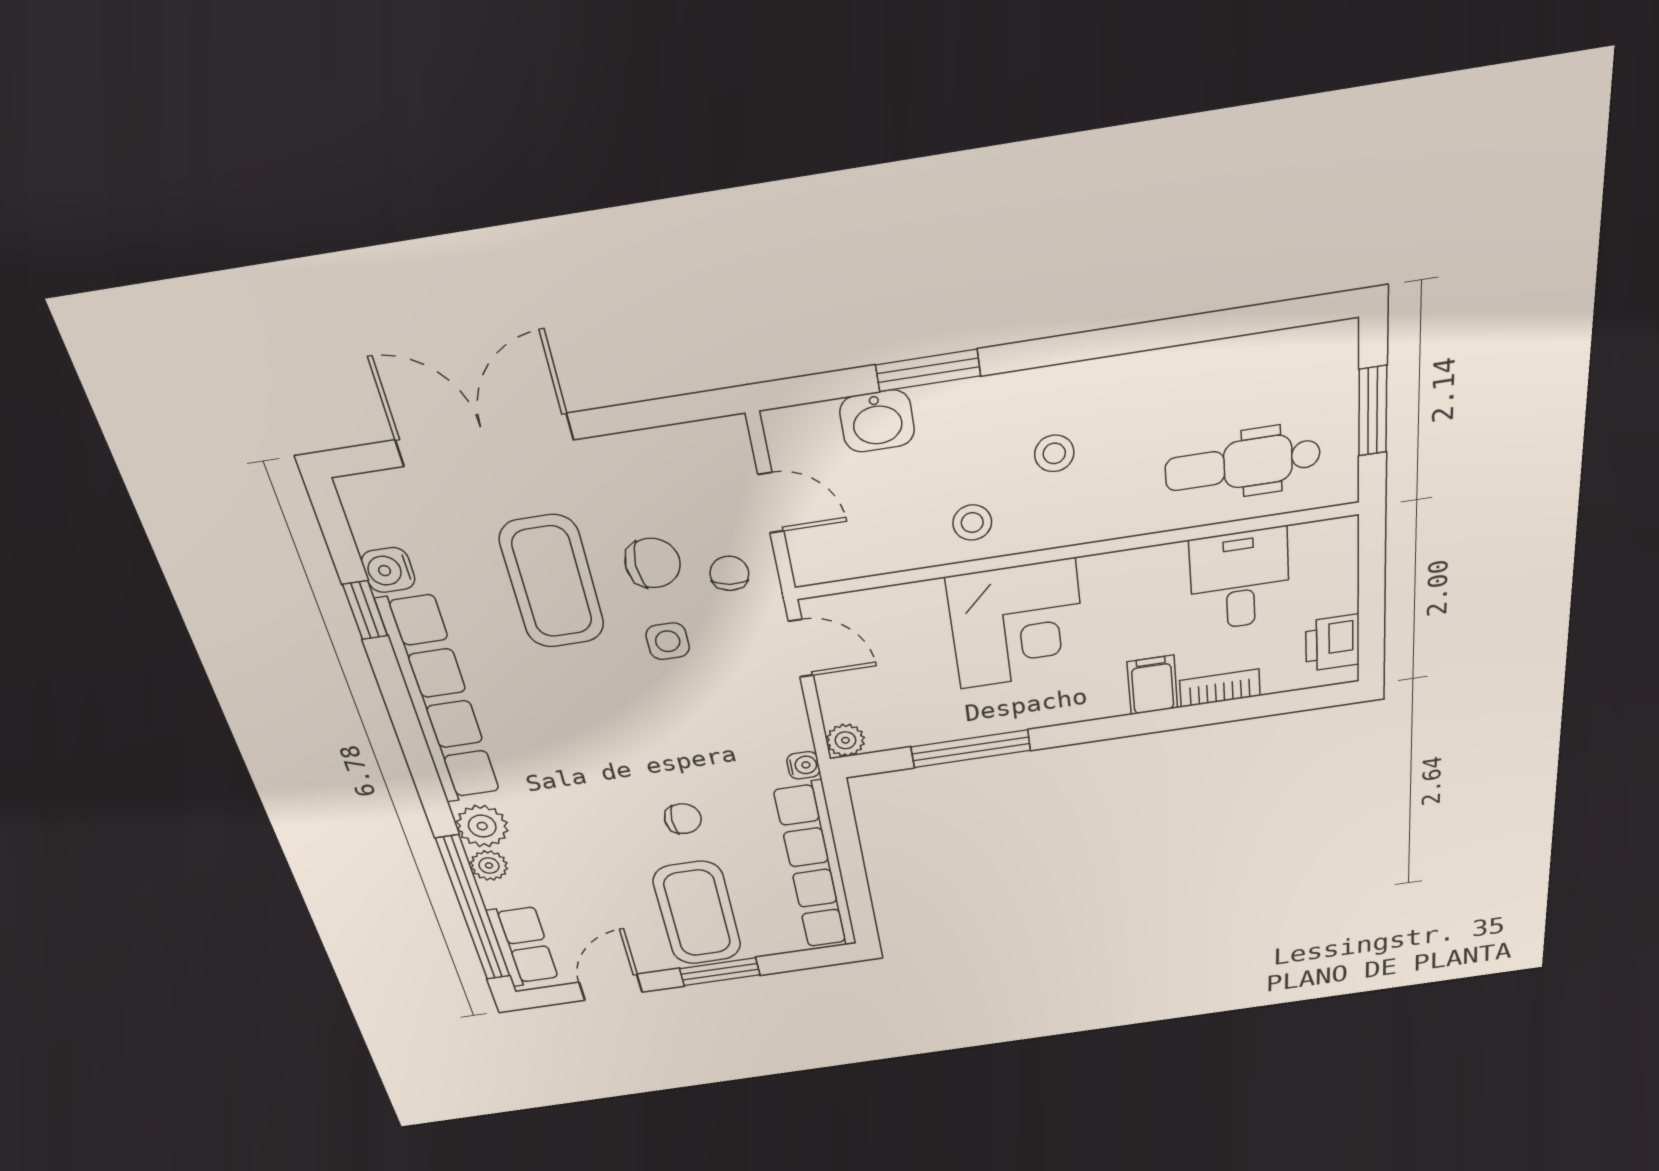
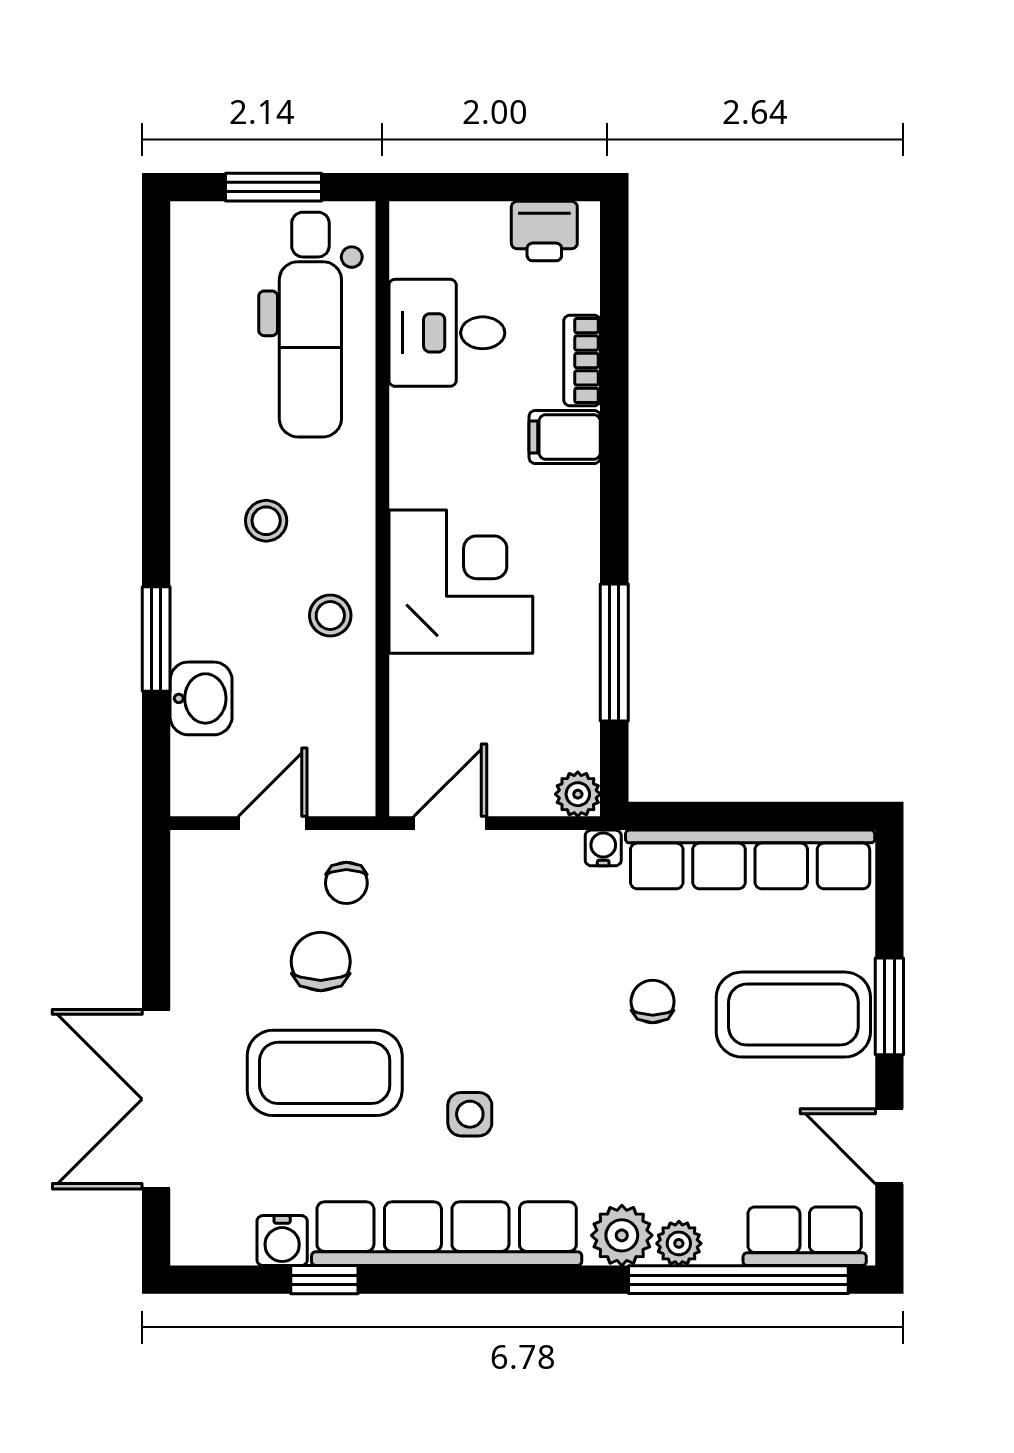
dental chair: (1243, 464) -> (310, 325), width x1.36, depth x1.38
chair: (729, 573) -> (346, 883), turned -98
side table: (668, 641) -> (470, 1114), moved

